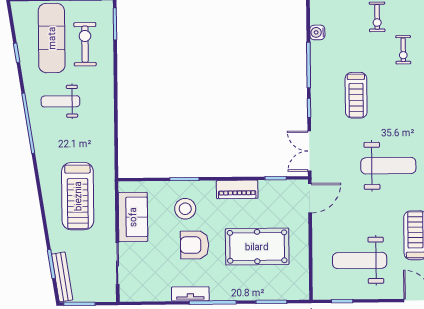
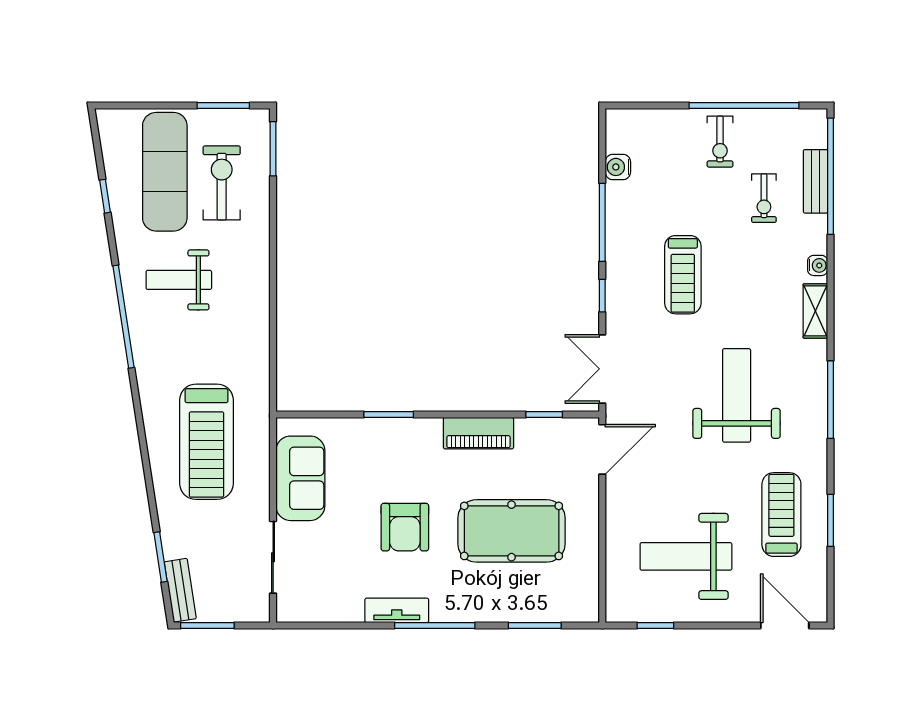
weight bench: (388, 166) -> (737, 395), turned -90
stool: (185, 209) -> (390, 465), removed
armchair: (195, 245) -> (405, 527), turned -90
bench: (62, 277) -> (180, 590), width x0.73

